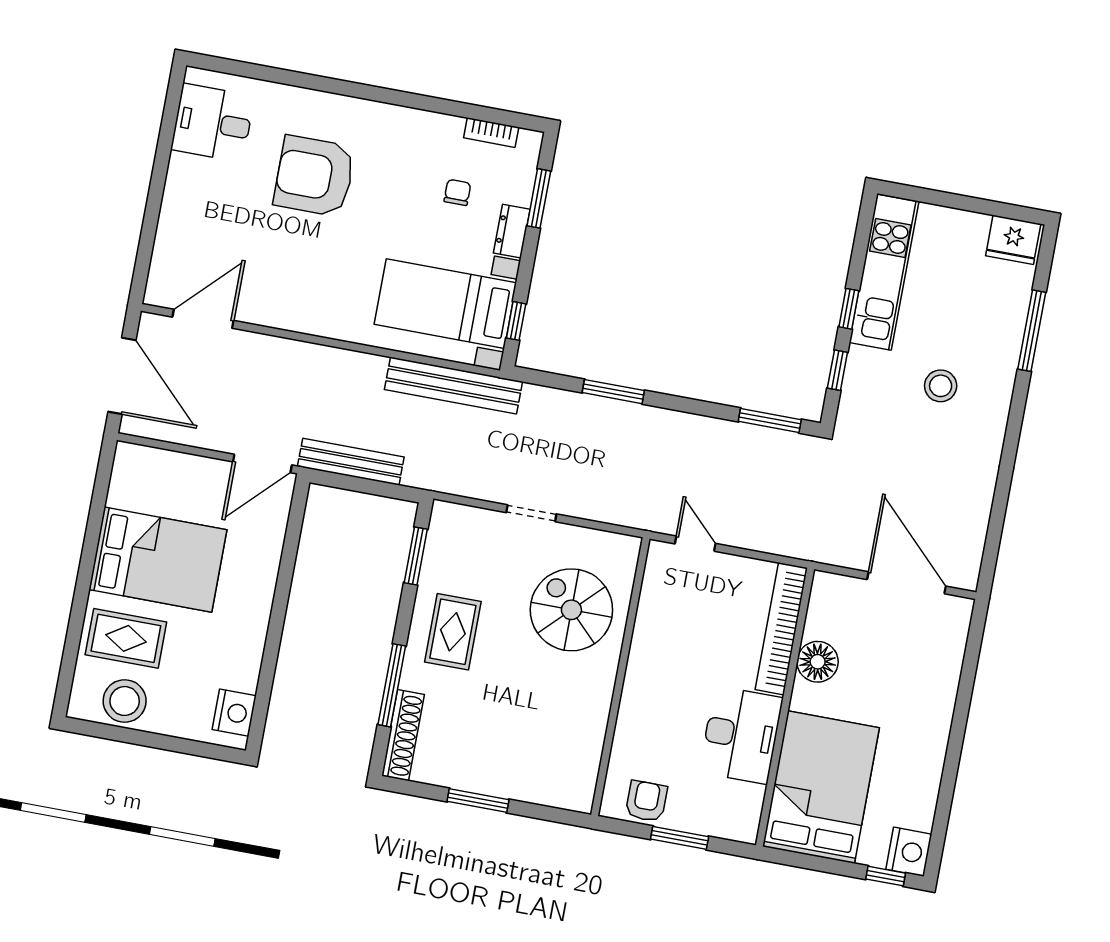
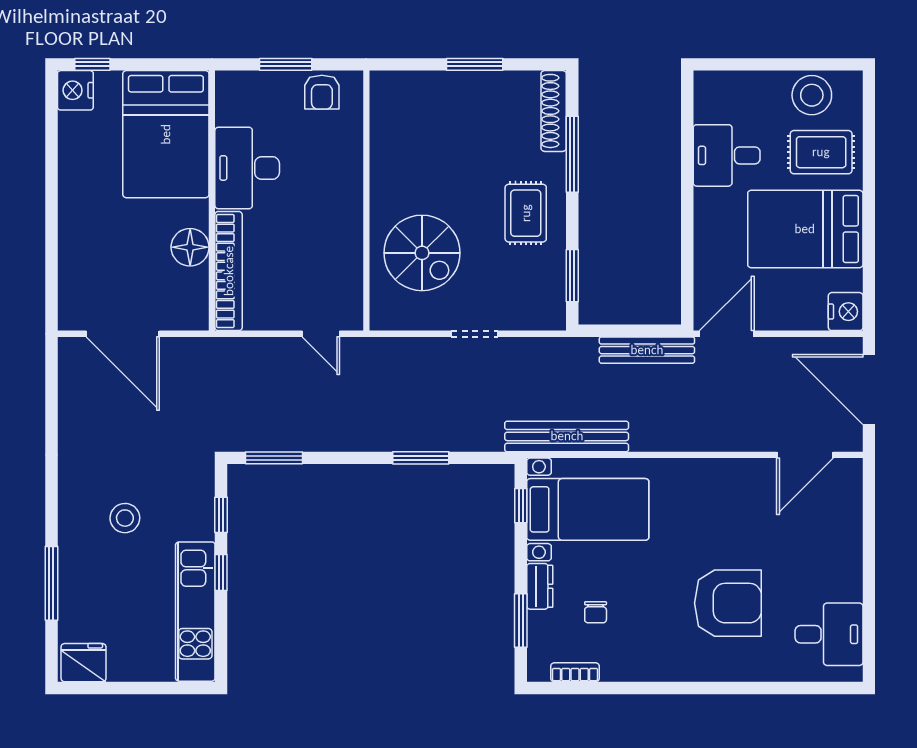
desk: (227, 654) -> (727, 155), added
nightstand: (234, 713) -> (846, 312), moved, turned 180

